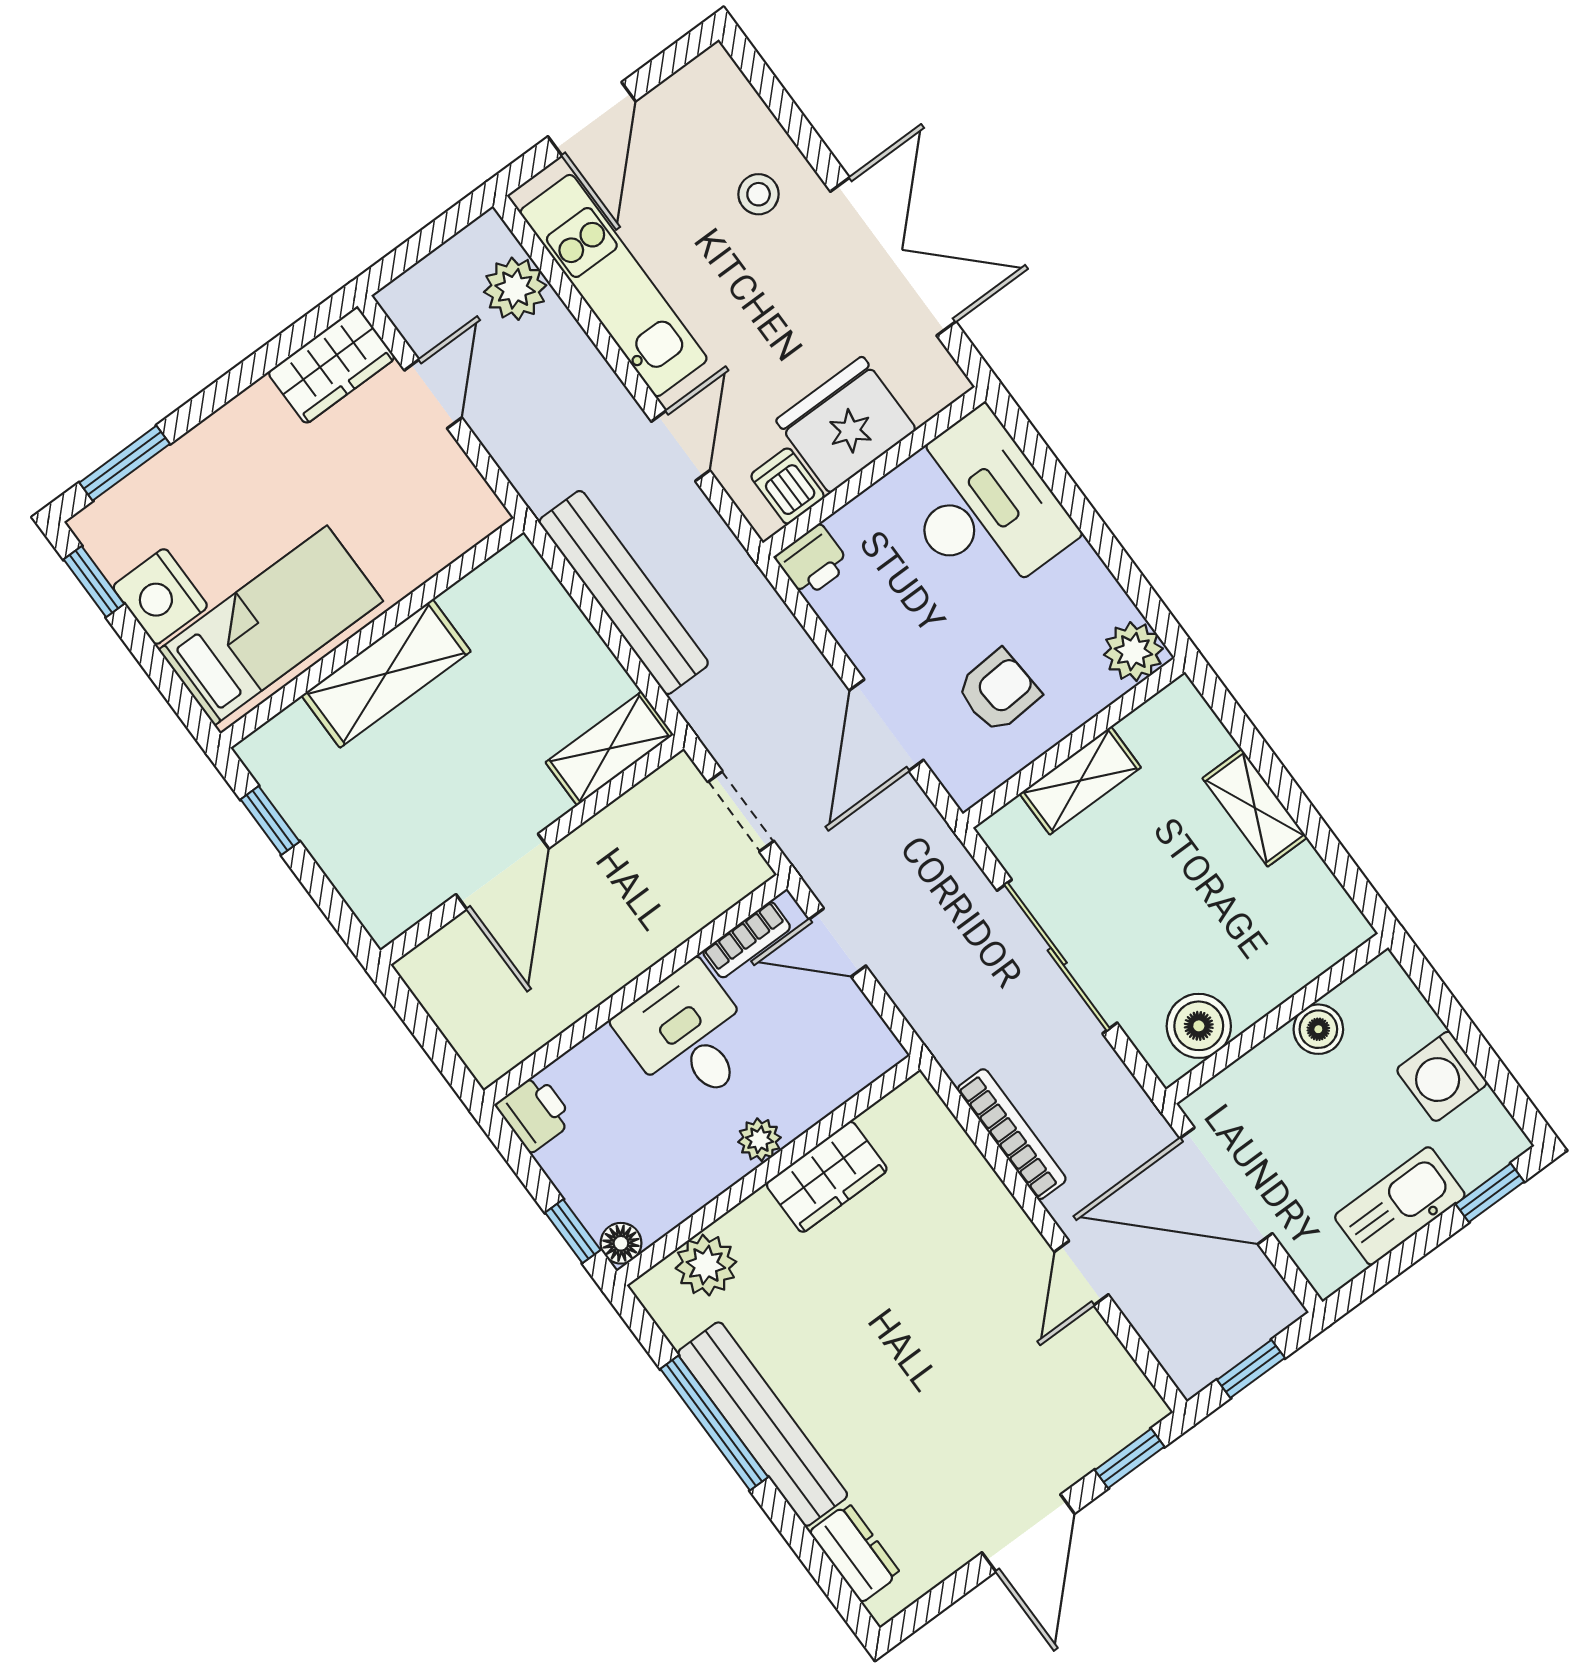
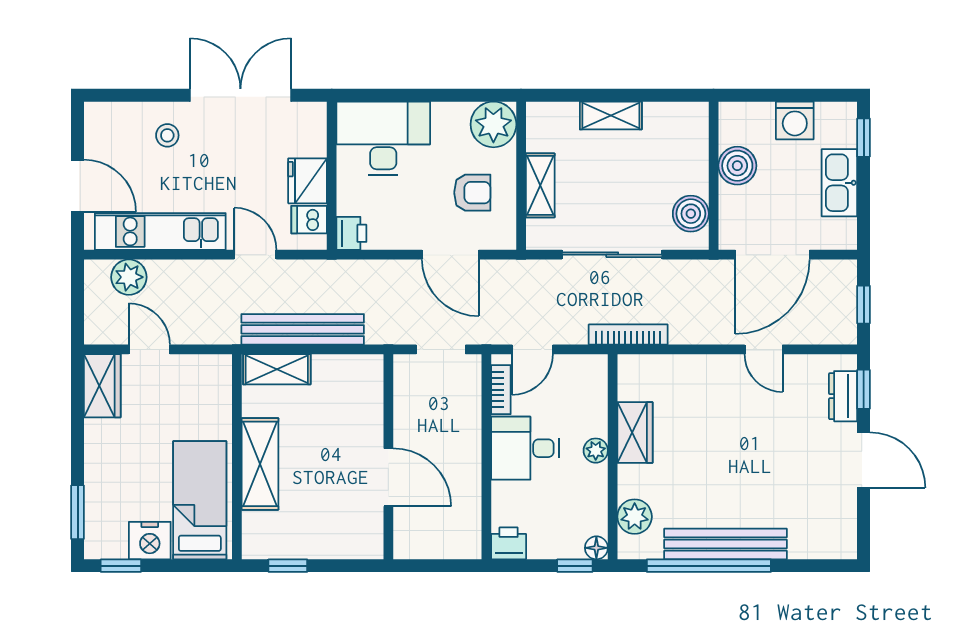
fridge: (846, 425) -> (308, 181), width x0.73, depth x0.75
plant: (1133, 652) -> (493, 124), width x1.36, depth x1.36
armchair: (998, 691) -> (472, 193), turned 94
shelving: (610, 748) -> (277, 369), moved, turned 90
boiler: (1318, 1029) -> (737, 166), width x1.36, depth x1.36
bookcase: (1012, 1134) -> (628, 335), moved
window: (714, 1423) -> (709, 566), width x1.46
dresser: (855, 1553) -> (843, 396), moved, turned -90

